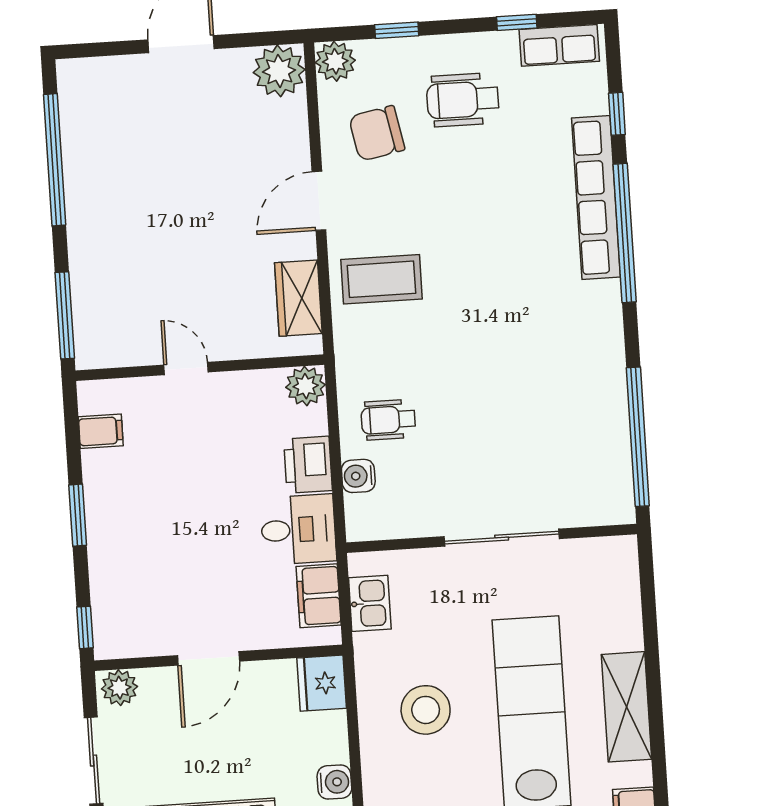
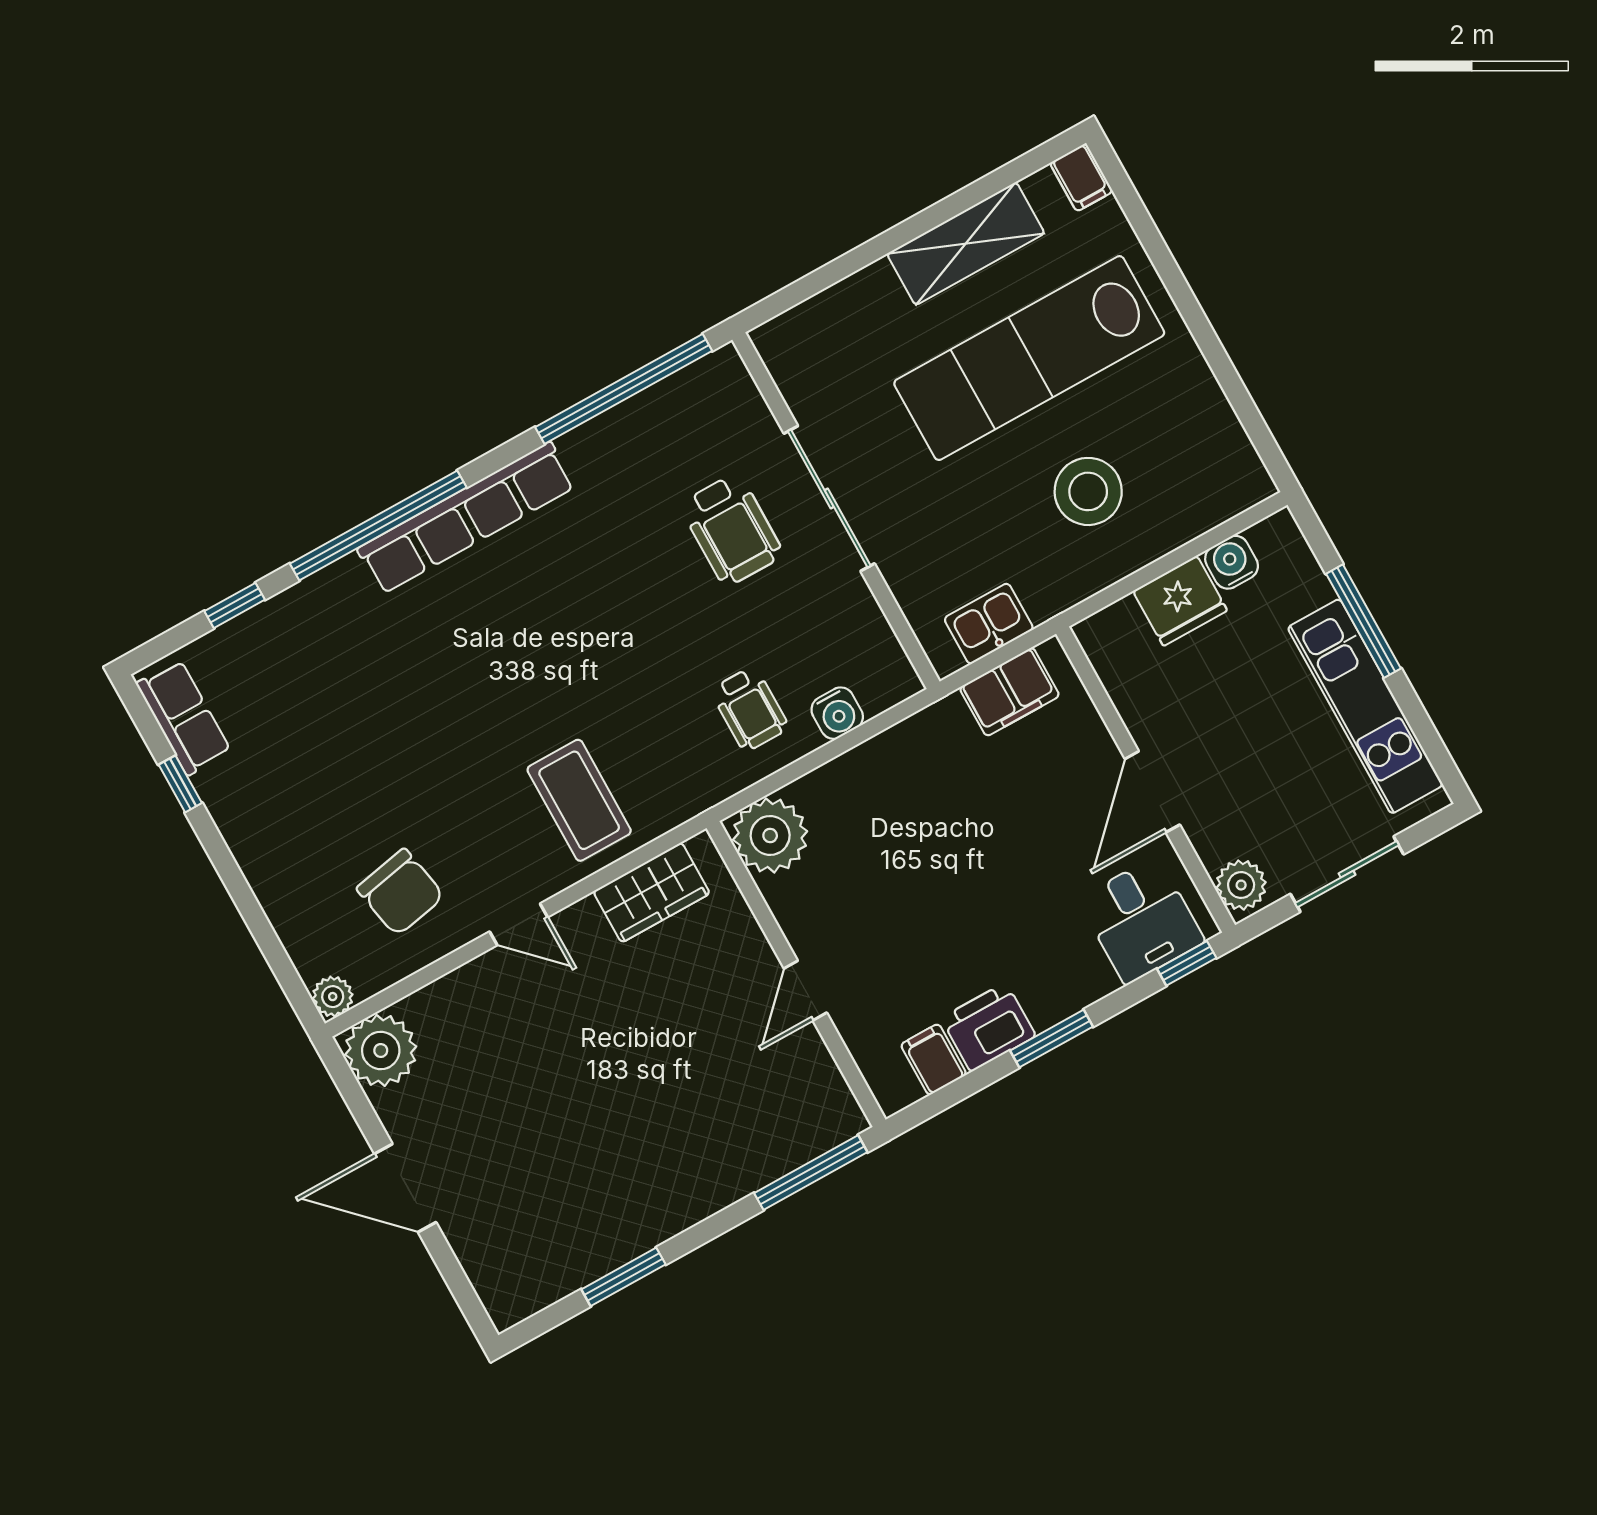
window: (397, 30) -> (261, 928), removed
plant: (335, 61) -> (333, 997), width x0.73, depth x0.73
wheelchair: (463, 100) -> (732, 530), moved
window: (55, 160) -> (623, 1277), width x0.47
row of seats: (596, 197) -> (466, 518), moved
door: (319, 201) -> (519, 924), width x0.73
plant: (306, 386) -> (770, 835), width x1.36, depth x1.36
printer: (308, 465) -> (988, 1027), moved, turned 180
desk: (298, 530) -> (1141, 920), moved, turned 180
door: (208, 658) -> (1152, 792), swing flipped
fridge: (322, 683) -> (1180, 601), moved

